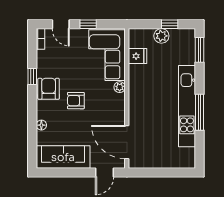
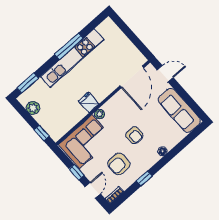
window: (170, 24) -> (42, 133), moved
plant: (161, 36) -> (33, 108), moved
fridge: (138, 56) -> (89, 102), moved
armchair: (49, 89) -> (119, 164), moved
floor lamp: (41, 125) -> (162, 151), moved

